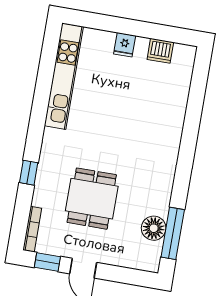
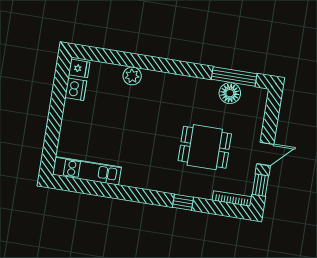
fridge: (125, 45) -> (79, 68), moved
kitchen unit: (64, 76) -> (87, 171), width x0.73
plant: (175, 116) -> (132, 76), added

